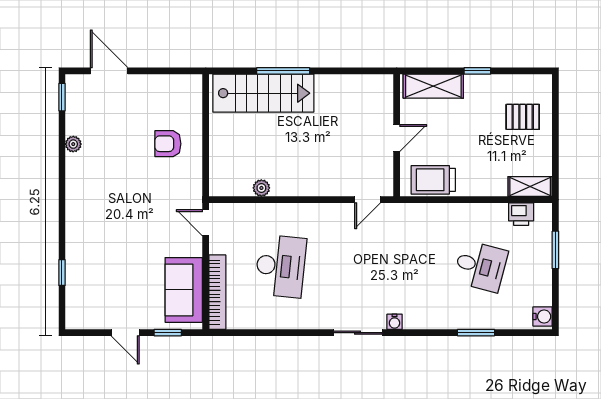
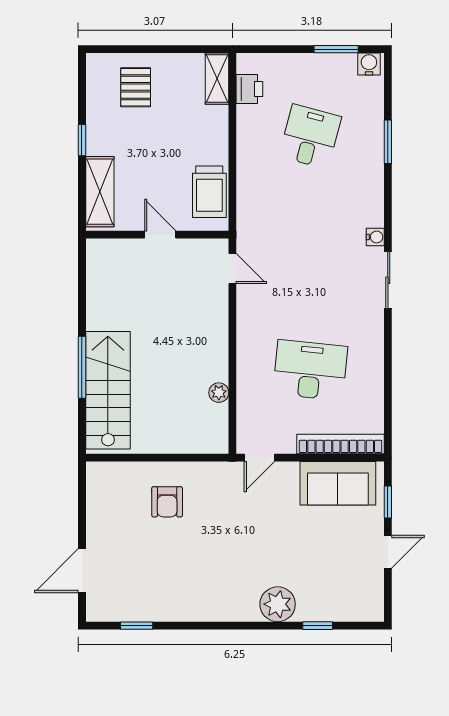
window: (62, 97) -> (137, 626), moved
plant: (73, 144) -> (278, 604), moved, width x1.87, depth x1.87
window: (555, 250) -> (336, 49), moved

